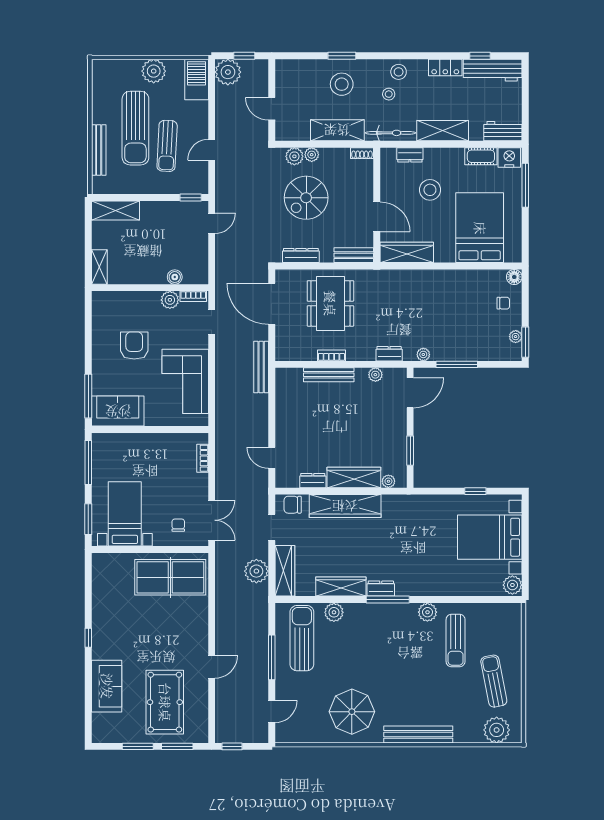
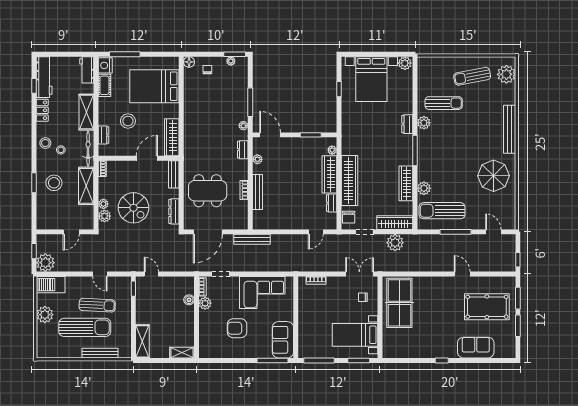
dresser: (381, 589) -> (407, 124), moved

